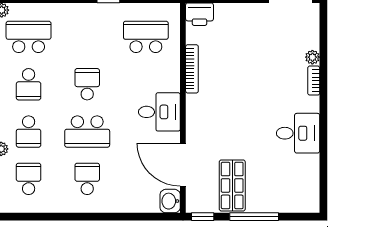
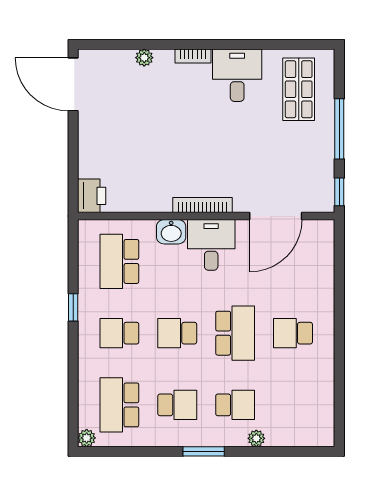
bookcase: (192, 69) -> (202, 205), moved
bookcase: (314, 81) -> (193, 56), moved
school desk: (29, 179) -> (119, 333), moved
shop shelf: (232, 185) -> (299, 89), moved, turned 90
washbasin: (170, 201) -> (171, 232), moved

